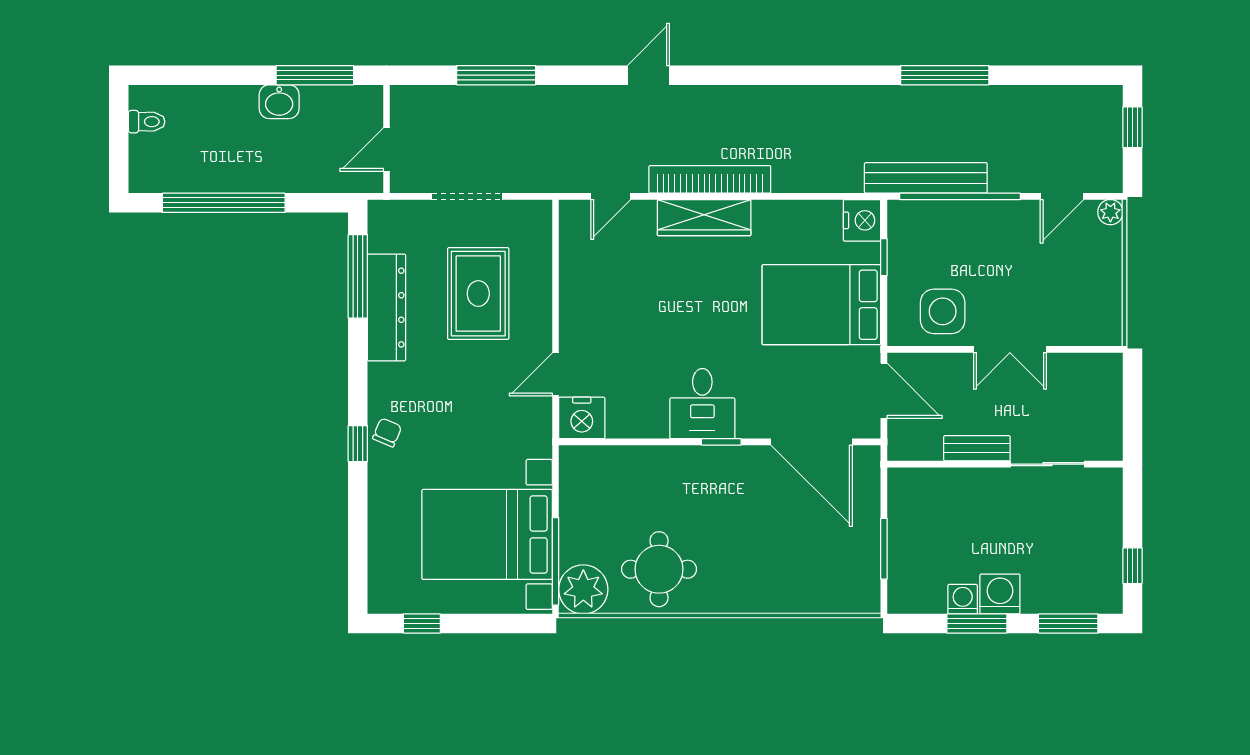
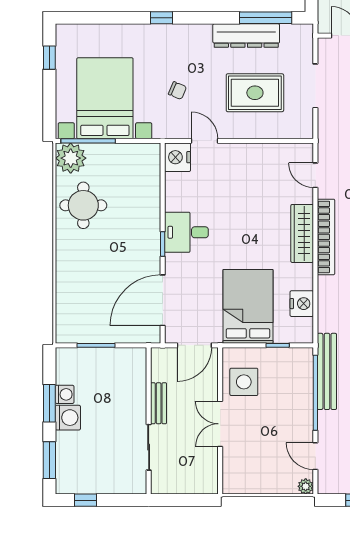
nightstand: (862, 220) -> (302, 304), moved, turned -90
chair: (387, 433) -> (177, 91), moved

